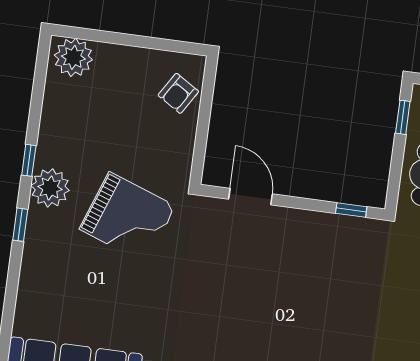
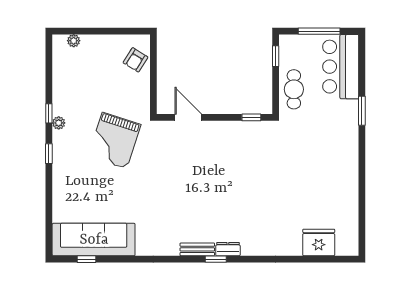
plant: (73, 57) -> (74, 41), width x0.53, depth x0.53
plant: (50, 188) -> (59, 123), width x0.53, depth x0.53
grand piano: (128, 218) -> (114, 140), turned 88

